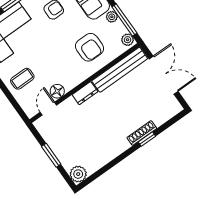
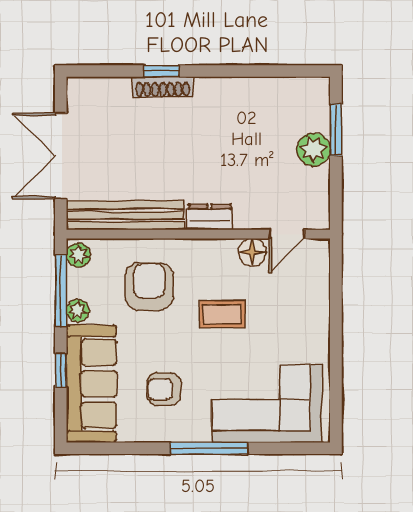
coffee table: (22, 79) -> (222, 314), moved
window: (51, 155) -> (336, 130), moved
plant: (78, 174) -> (314, 149), moved

